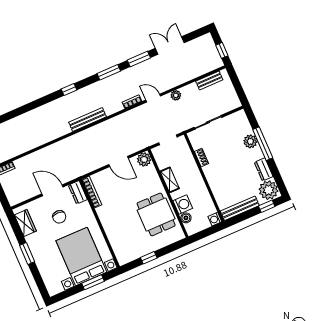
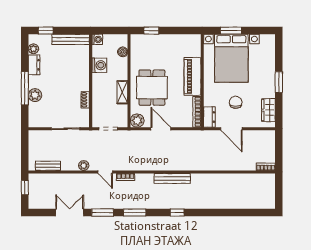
double door: (170, 46) -> (70, 213), swing flipped
plant: (268, 190) -> (33, 49), width x0.53, depth x0.53
washing machine: (183, 205) -> (99, 65), moved, turned 180
dining table: (156, 214) -> (152, 88), moved
piano: (110, 223) -> (193, 76), added
window: (149, 258) -> (151, 31), moved

